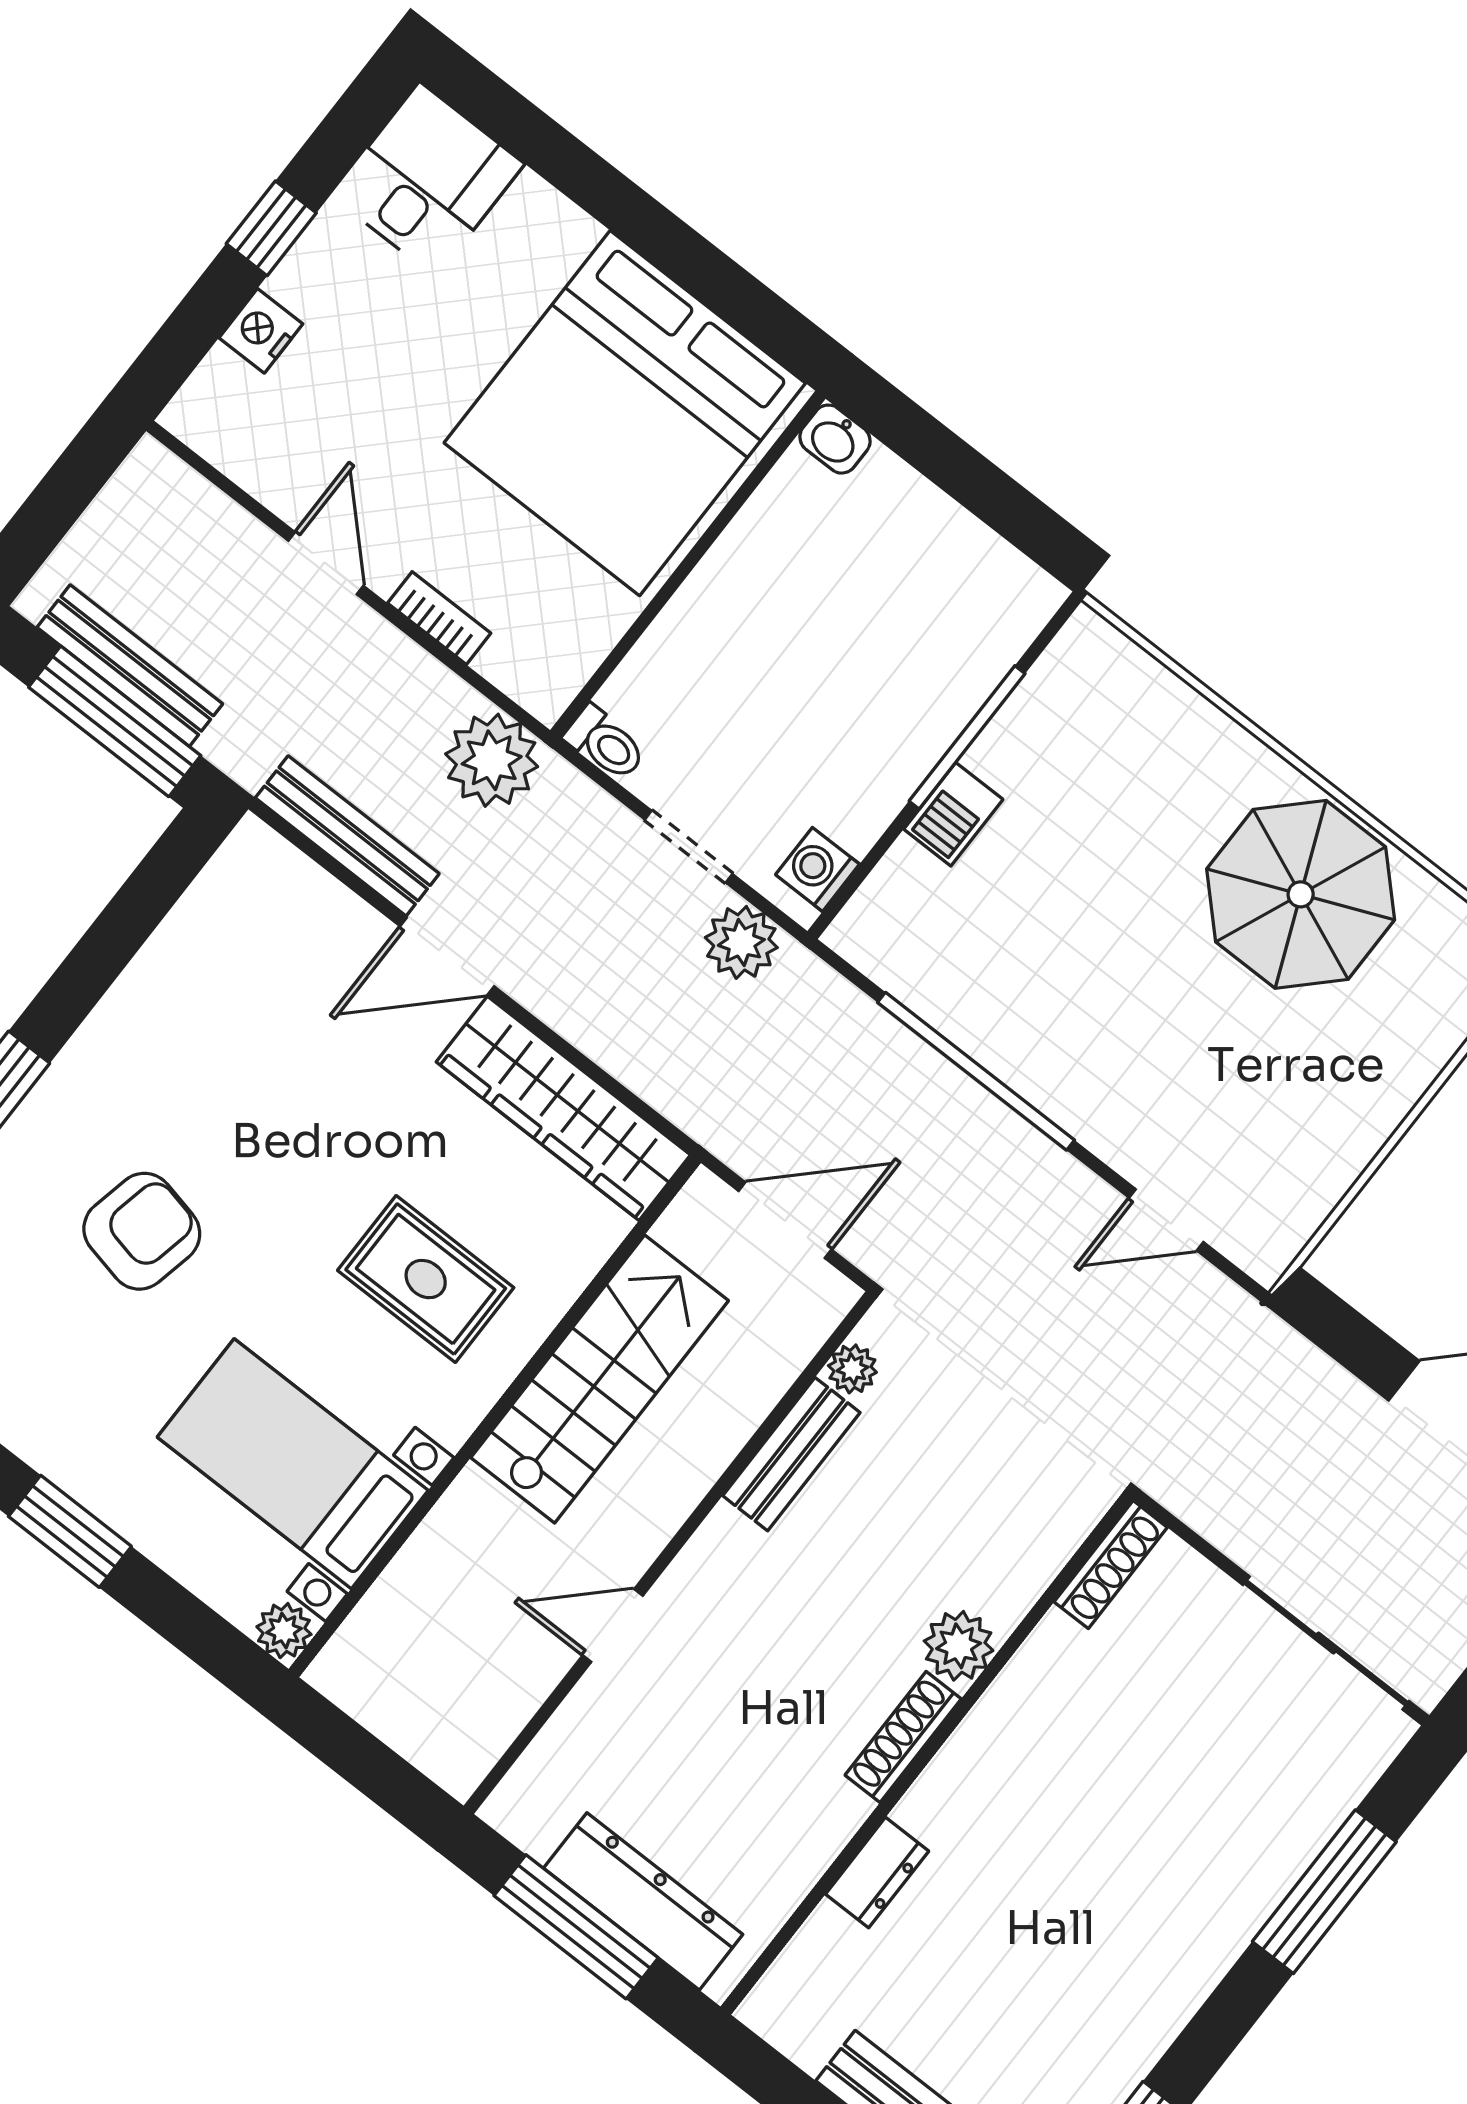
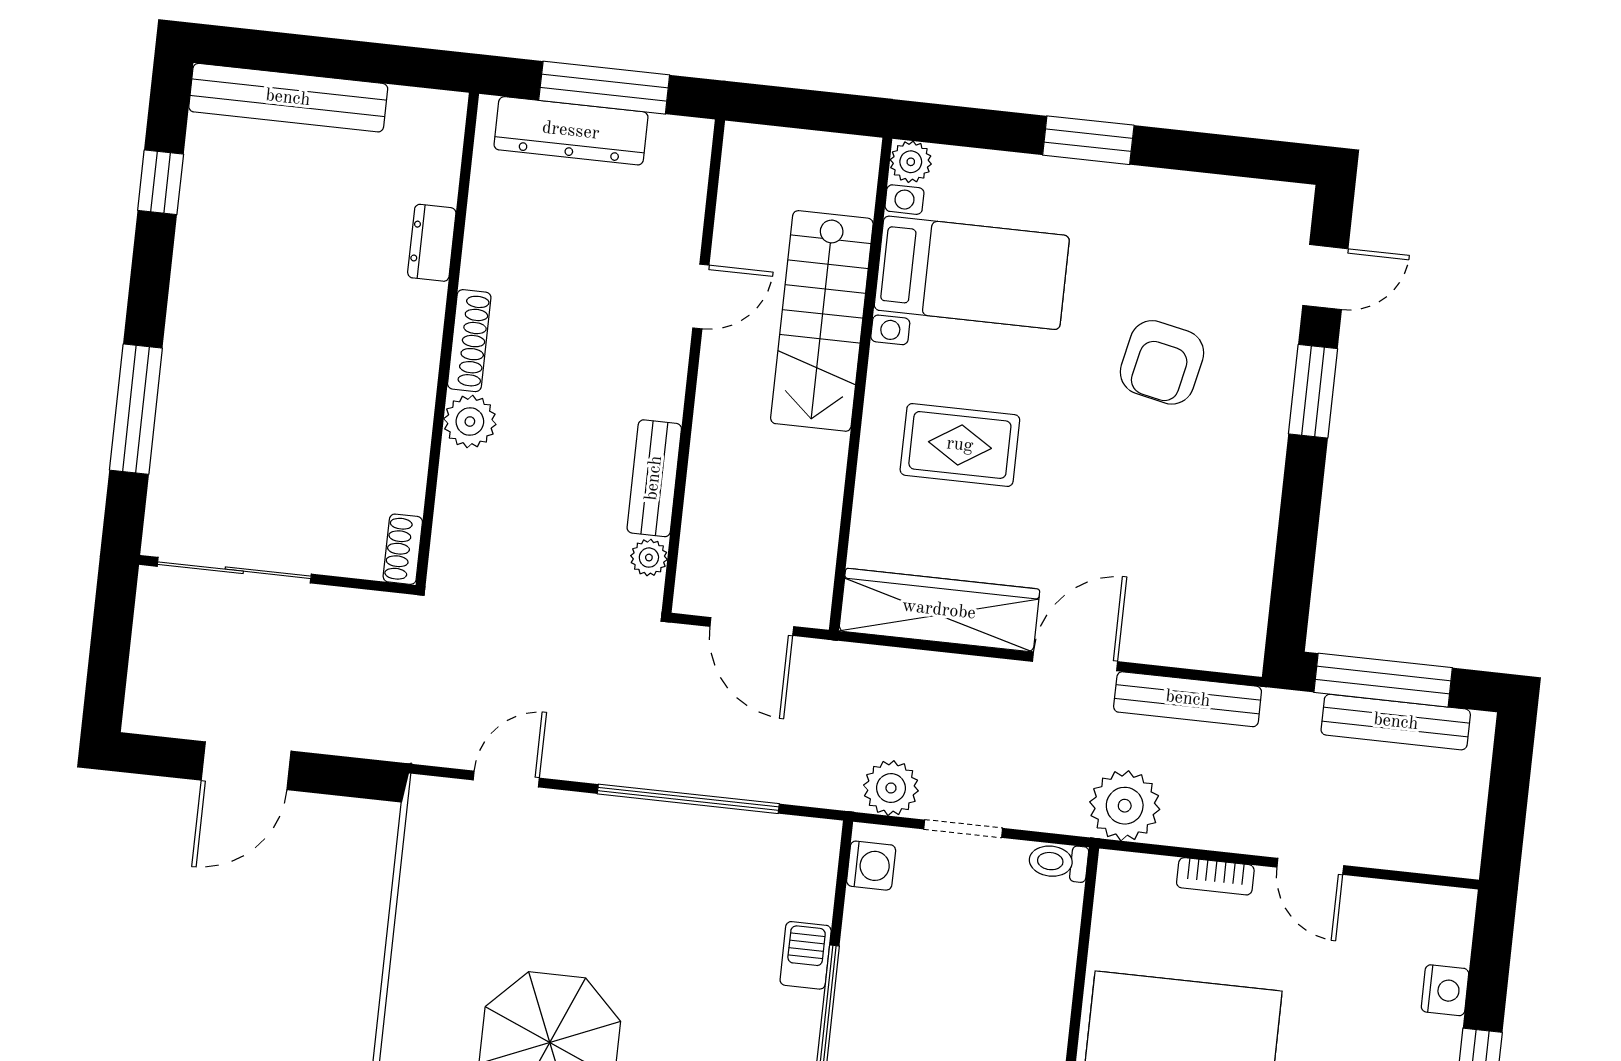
door: (785, 1220) -> (752, 626), hinge flipped
stairs: (600, 1379) -> (822, 321), moved
shoe rack: (1111, 1565) -> (403, 549), width x0.70

